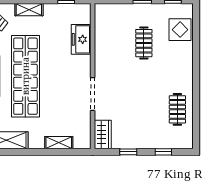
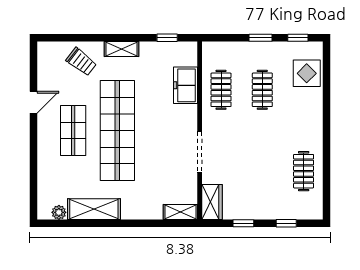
clothes rail: (110, 43) -> (221, 90), added
shelving: (59, 143) -> (180, 212), moved

